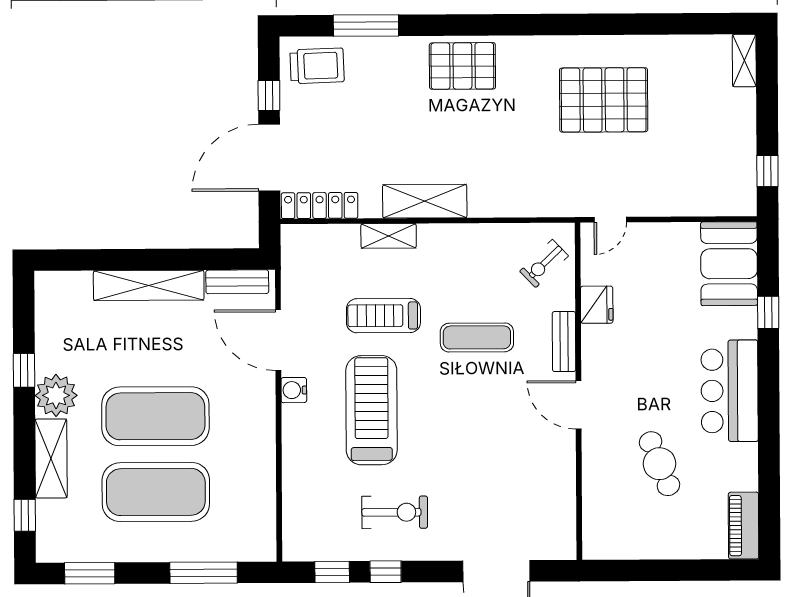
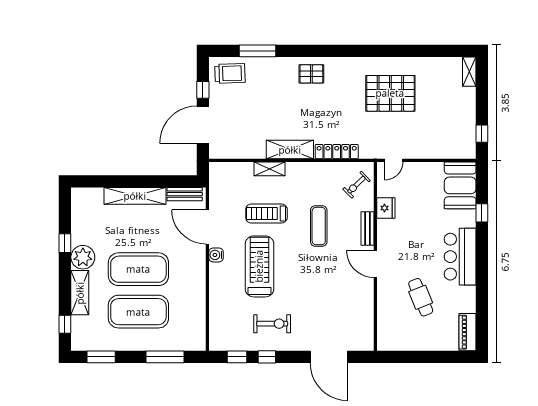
pallet: (462, 66) -> (311, 74), width x0.67, depth x0.71
locker: (320, 206) -> (337, 152), moved
exercise mat: (477, 337) -> (319, 226), turned 90

